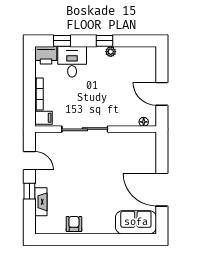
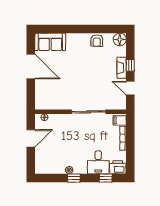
door: (162, 94) -> (31, 138), hinge flipped
fireplace: (41, 202) -> (122, 68), moved
floor lamp: (43, 226) -> (120, 39), added

